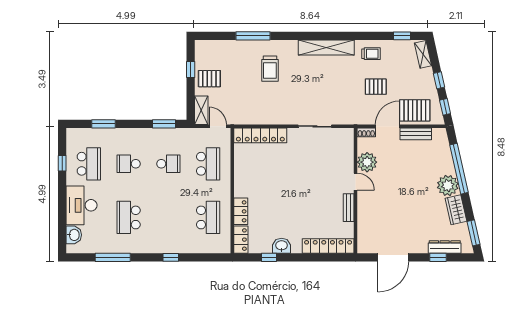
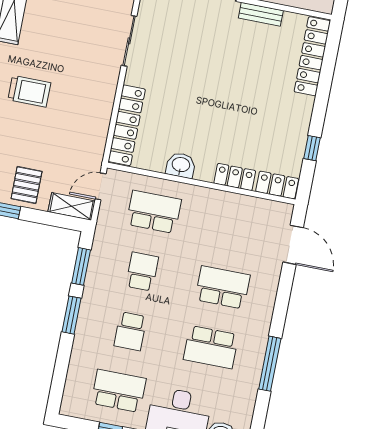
window: (104, 124) -> (71, 315), moved
school desk: (208, 217) -> (223, 287), moved
washbasin: (282, 246) -> (181, 165), moved, turned 90
window: (113, 257) -> (270, 364), moved
window: (171, 257) -> (283, 296), removed
door: (205, 257) -> (293, 245), added

